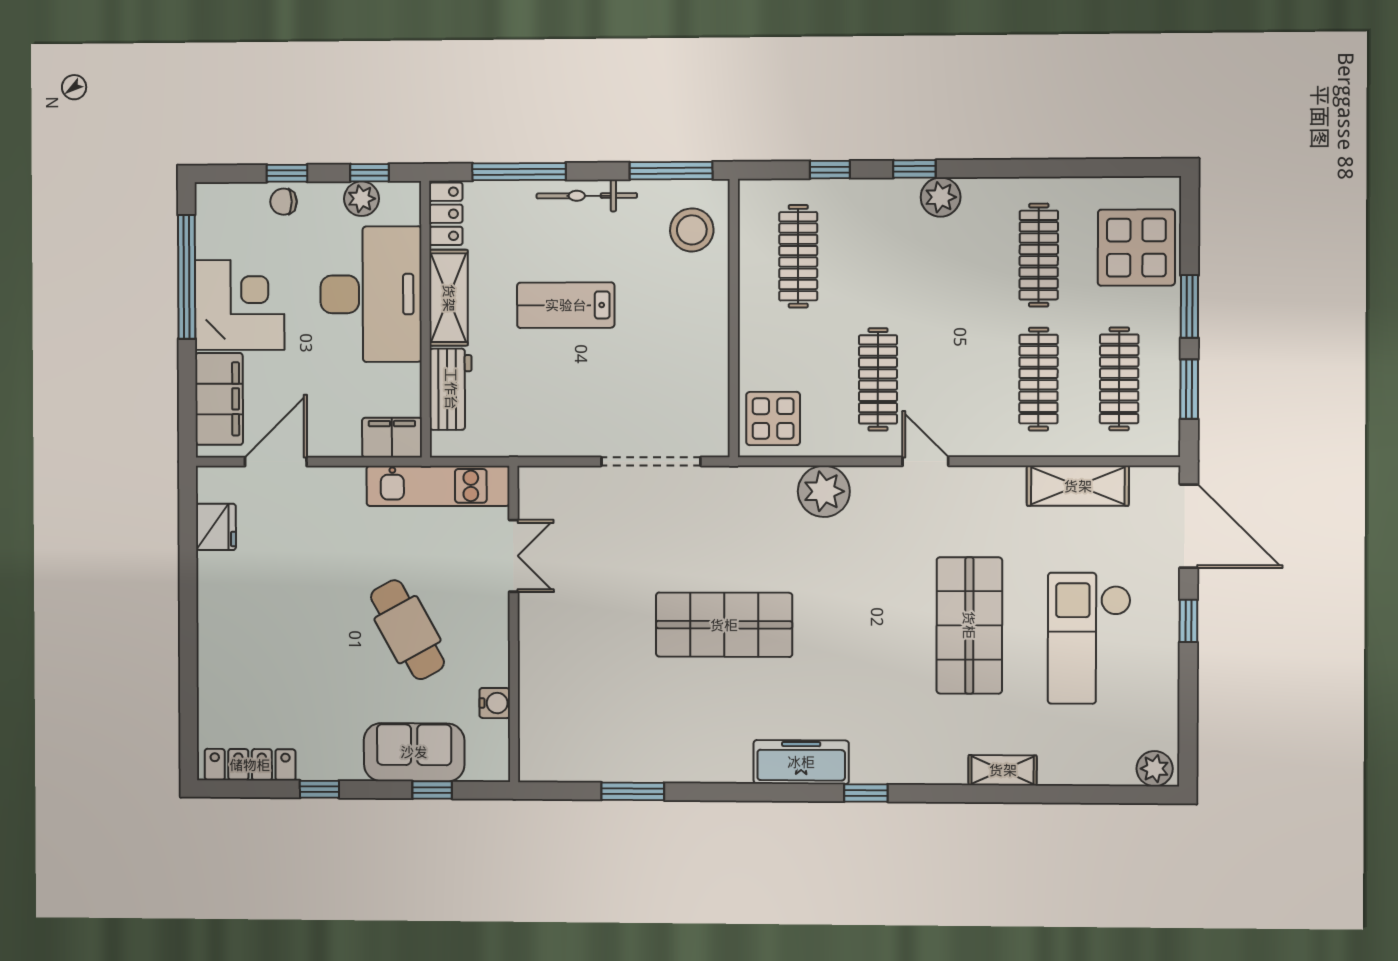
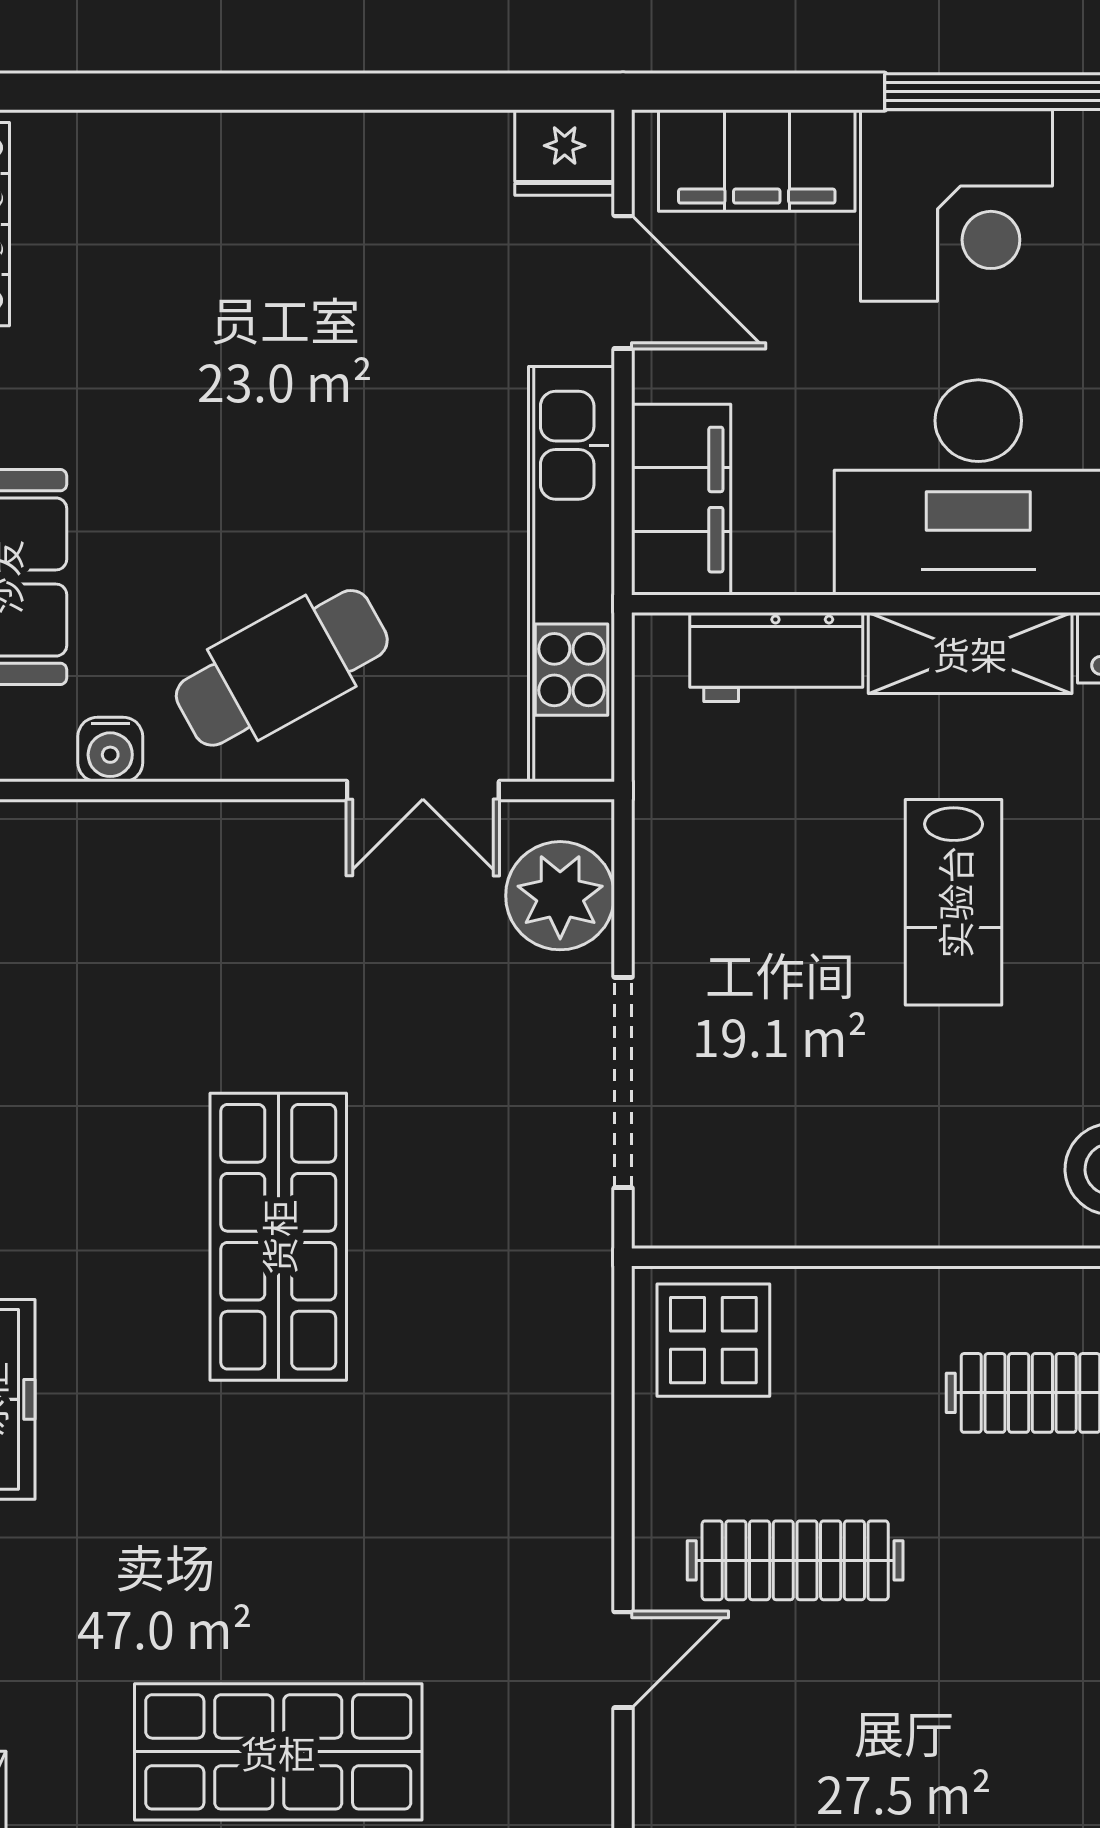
lab bench: (566, 305) -> (954, 902), turned 180
filing cabinet: (392, 438) -> (681, 500), width x1.50, depth x1.17
kitchen unit: (438, 486) -> (571, 574), width x1.36
plant: (824, 491) -> (560, 896), moved
fridge: (216, 527) -> (565, 152), moved
cafe table: (407, 630) -> (282, 668), moved

